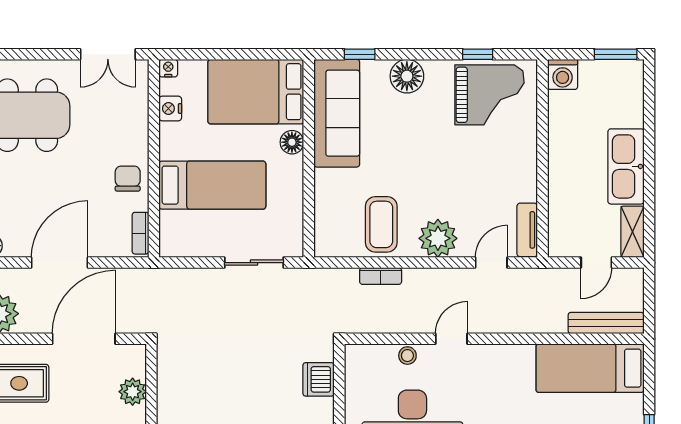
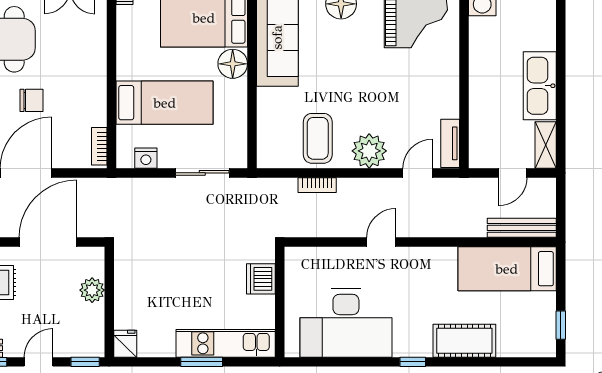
nightstand: (170, 109) -> (146, 158), moved, turned -90
floor lamp: (292, 142) -> (233, 64), width x1.38, depth x1.38
chair: (128, 179) -> (32, 100), moved, turned 90
stool: (407, 356) -> (341, 257), removed

